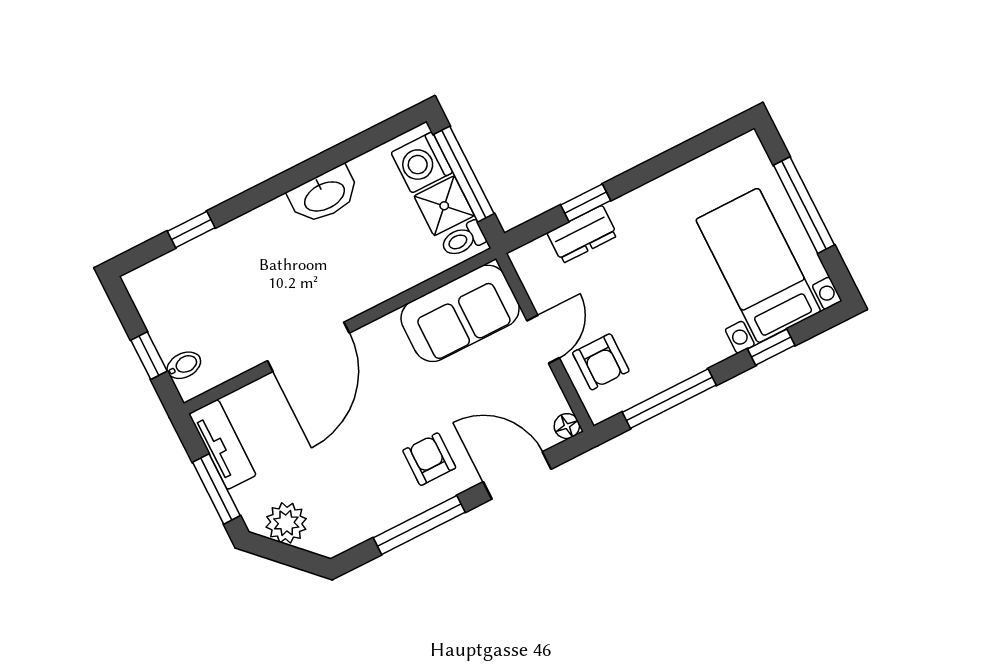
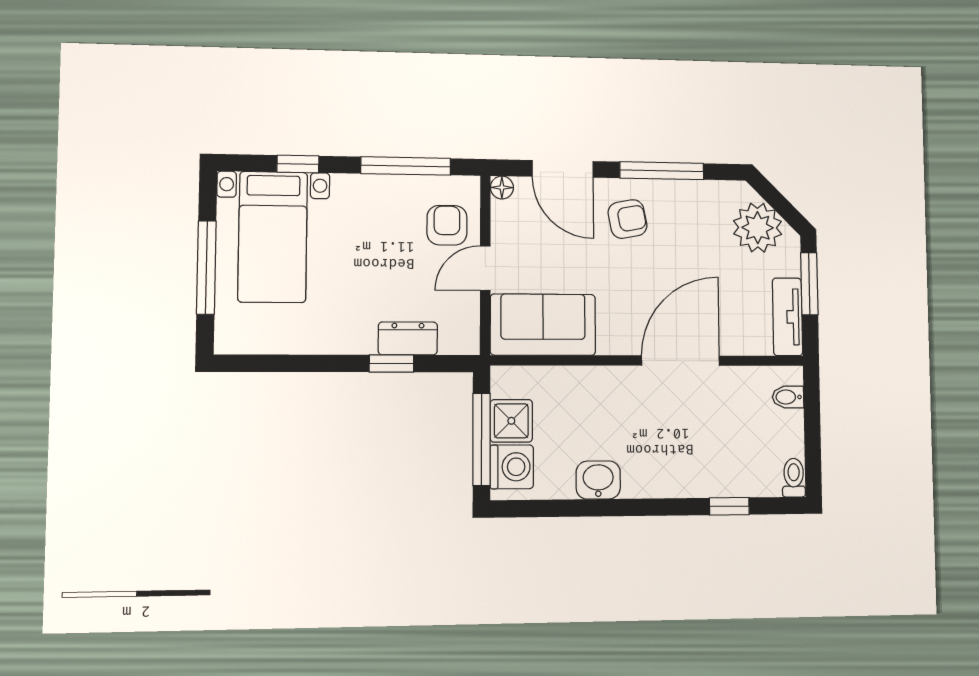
washbasin: (324, 195) -> (598, 480), width x0.72
toilet: (463, 239) -> (794, 478), moved, turned -90
window: (149, 356) -> (812, 419), removed
armchair: (429, 459) -> (627, 219), turned -101
plant: (286, 523) -> (758, 228), width x1.36, depth x1.36

